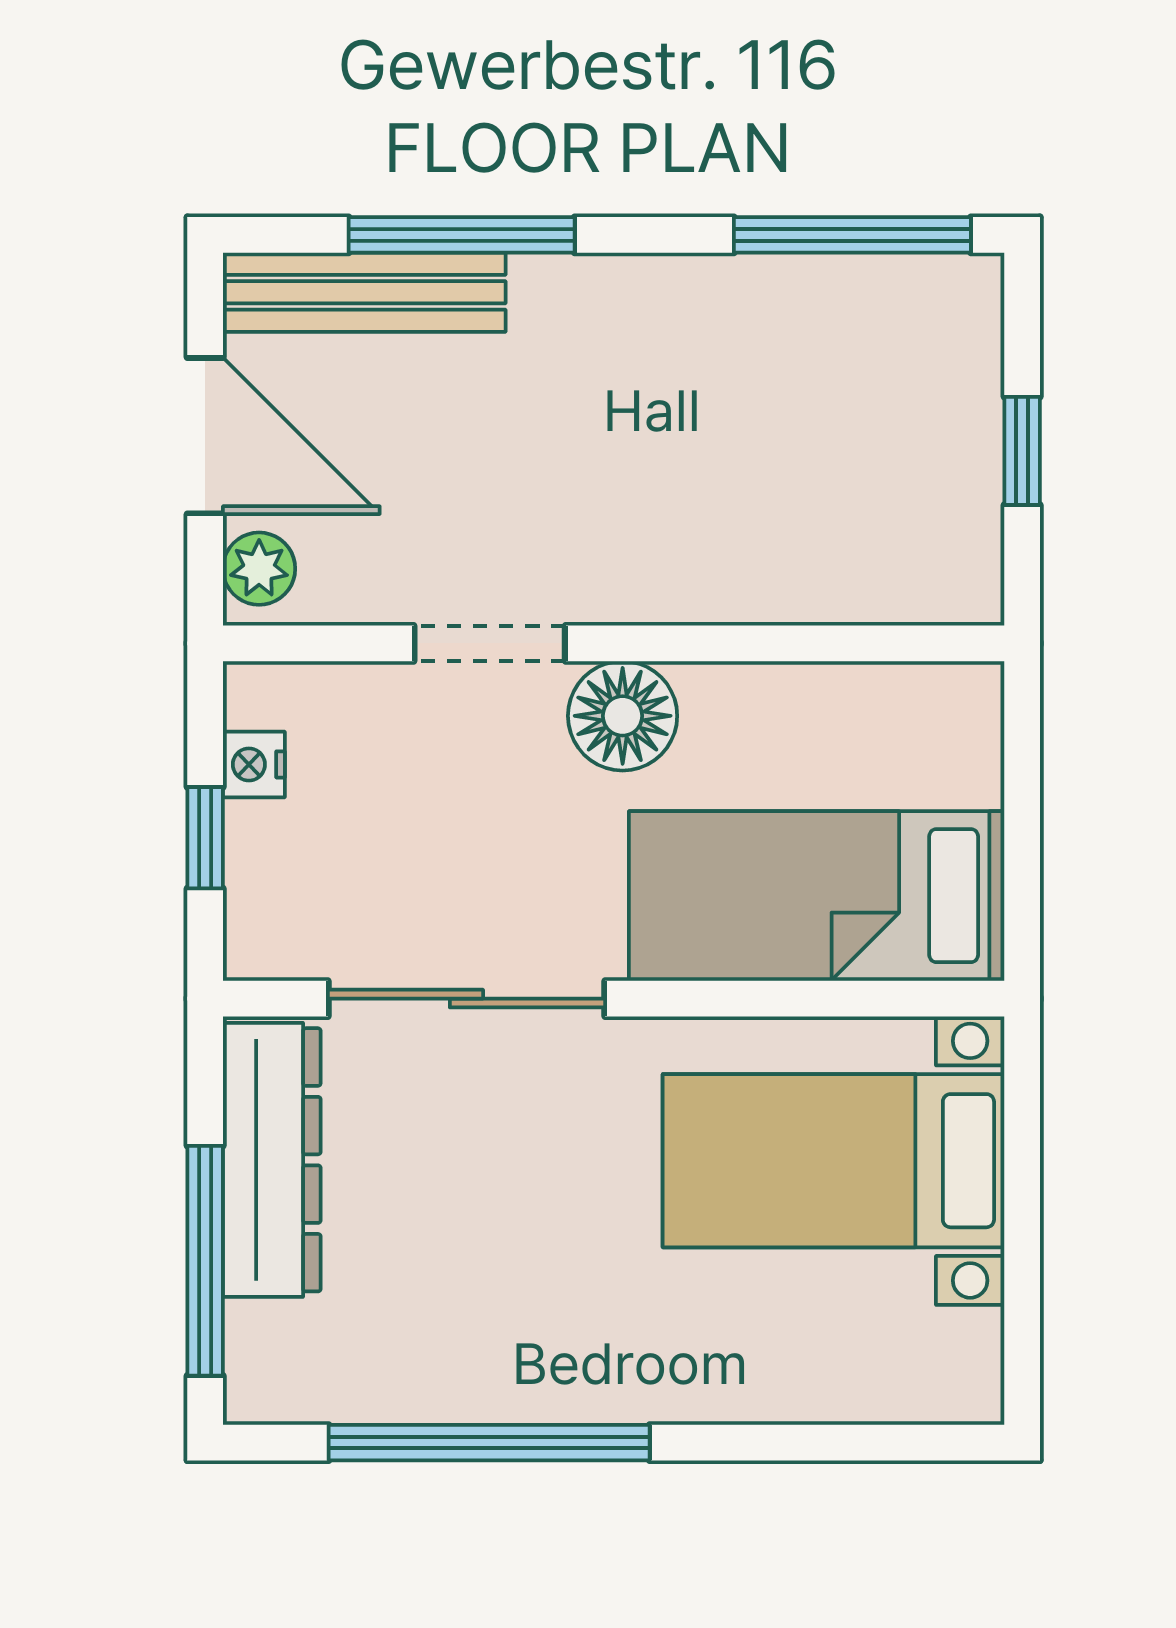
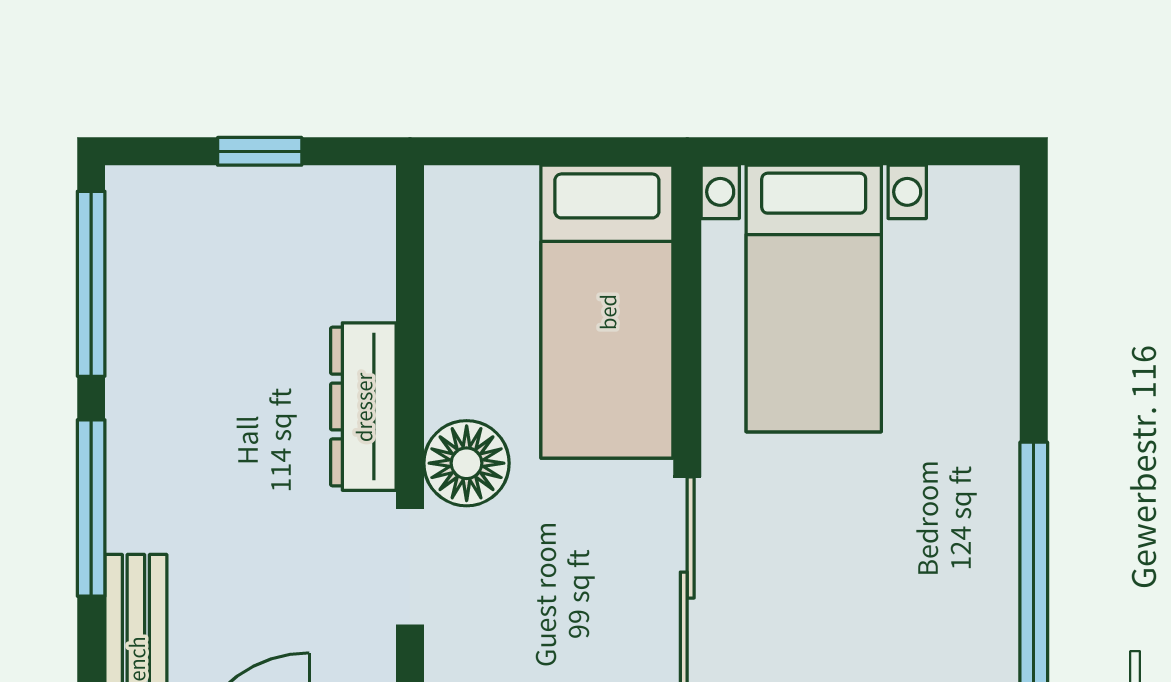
window: (462, 235) -> (91, 508), moved
dresser: (695, 584) -> (363, 407), added

